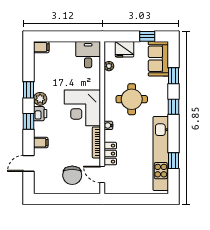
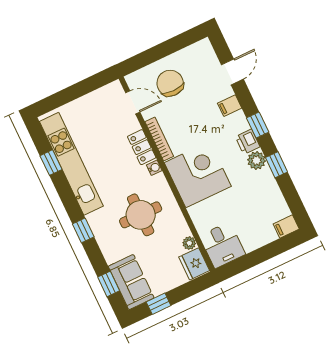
fridge: (125, 49) -> (194, 264), moved, turned -90
window: (174, 76) -> (109, 284), moved
locker: (110, 154) -> (142, 147), moved

